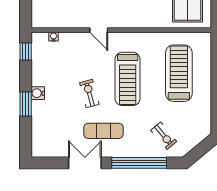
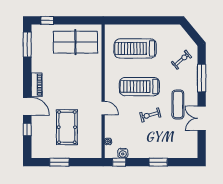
door: (99, 30) -> (103, 108), hinge flipped
treadmill: (128, 79) -> (139, 87), turned 180
water cooler: (38, 93) -> (123, 153), moved
window: (139, 163) -> (202, 78), width x0.68

